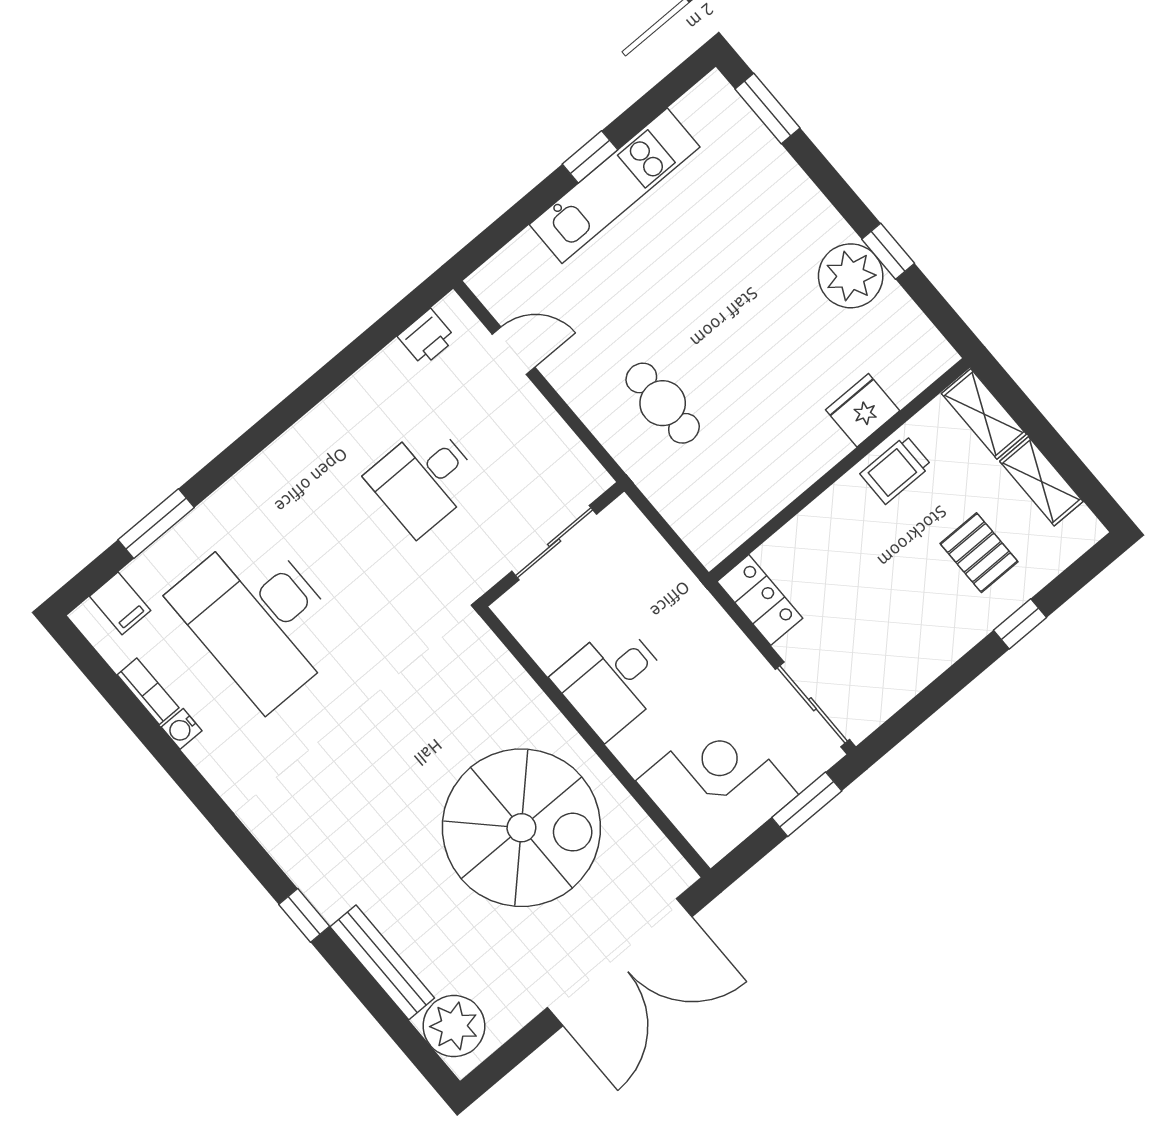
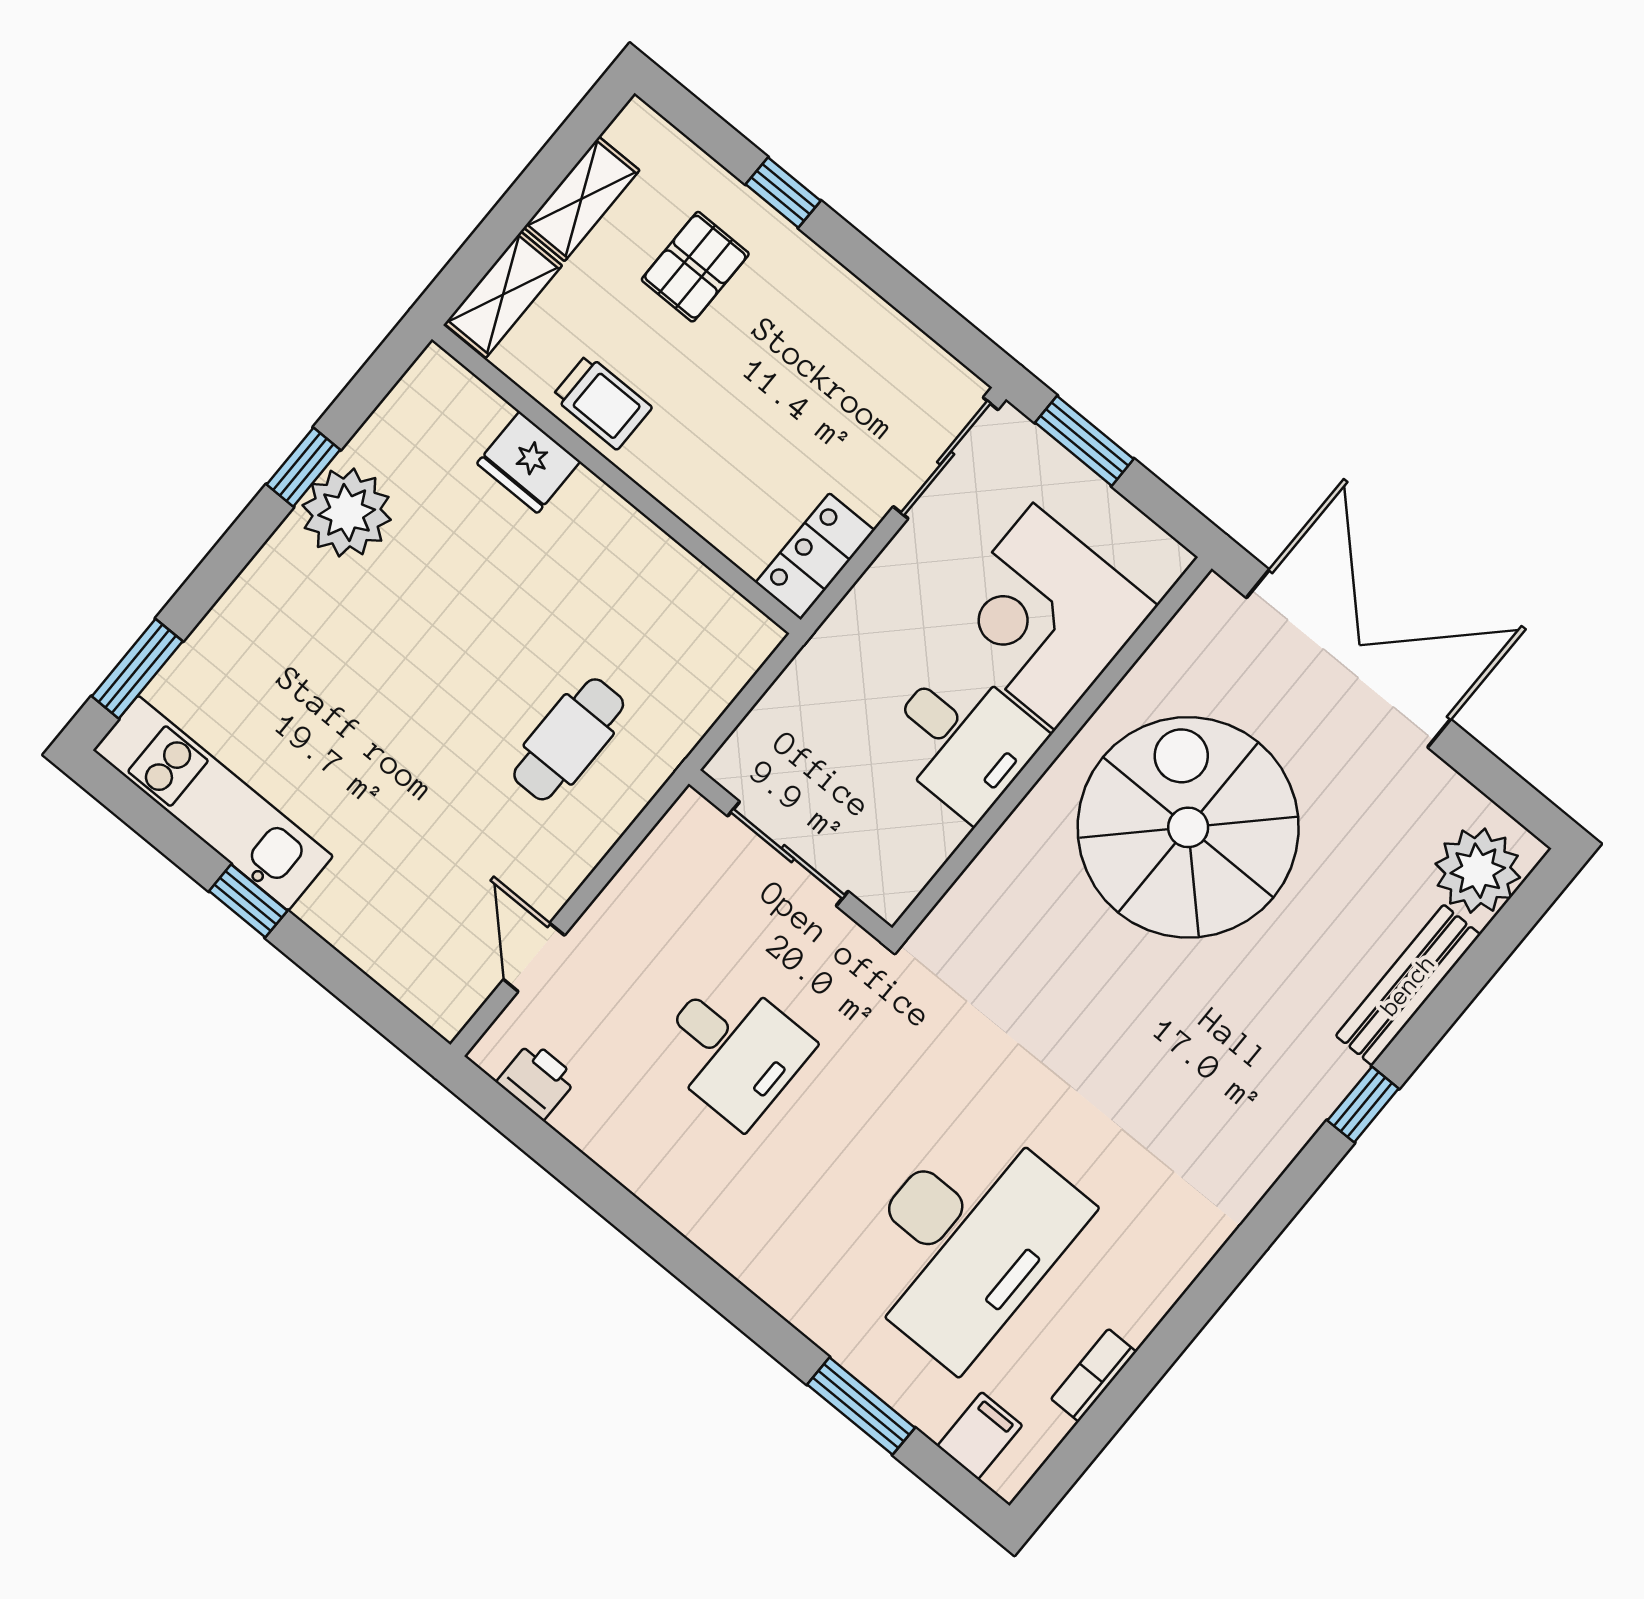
kitchen unit: (615, 186) -> (213, 803), moved
water cooler: (182, 729) -> (1137, 1320), removed
corner desk: (717, 788) -> (1044, 616), moved

